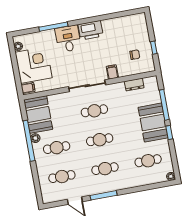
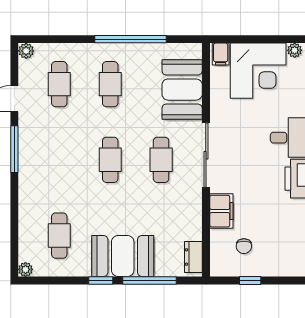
filing cabinet: (112, 72) -> (221, 211), width x2.00
dresser: (134, 85) -> (193, 257), moved
booth: (38, 115) -> (182, 90), moved, turned 90
plant: (35, 138) -> (26, 51), moved
cafe table: (105, 169) -> (59, 160), removed

